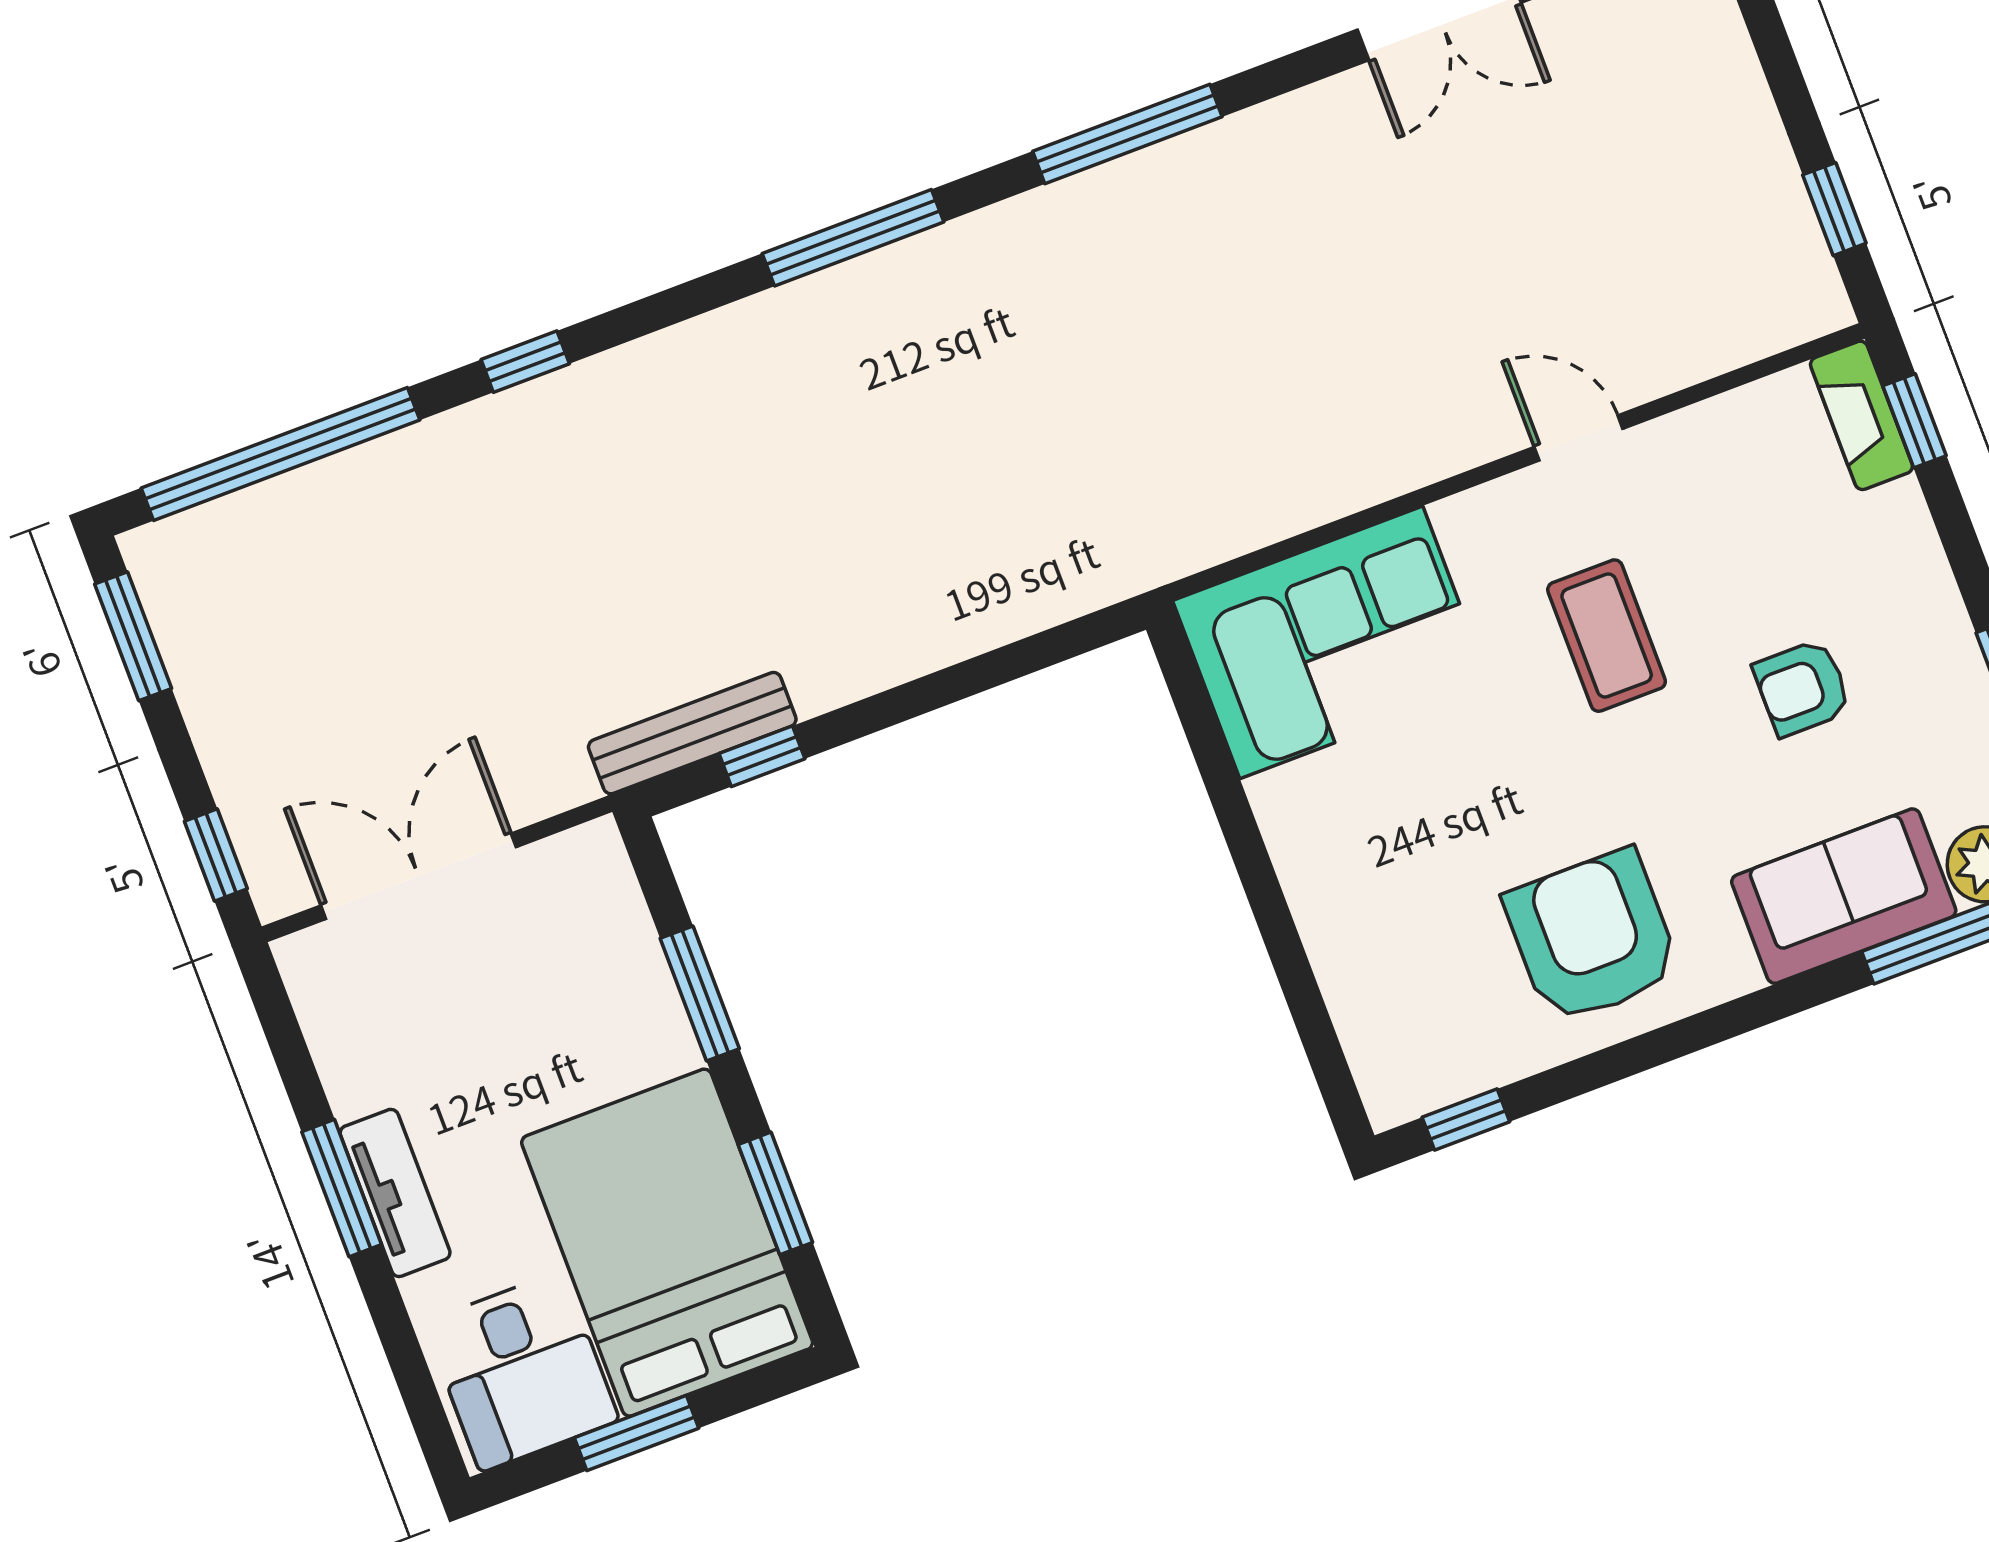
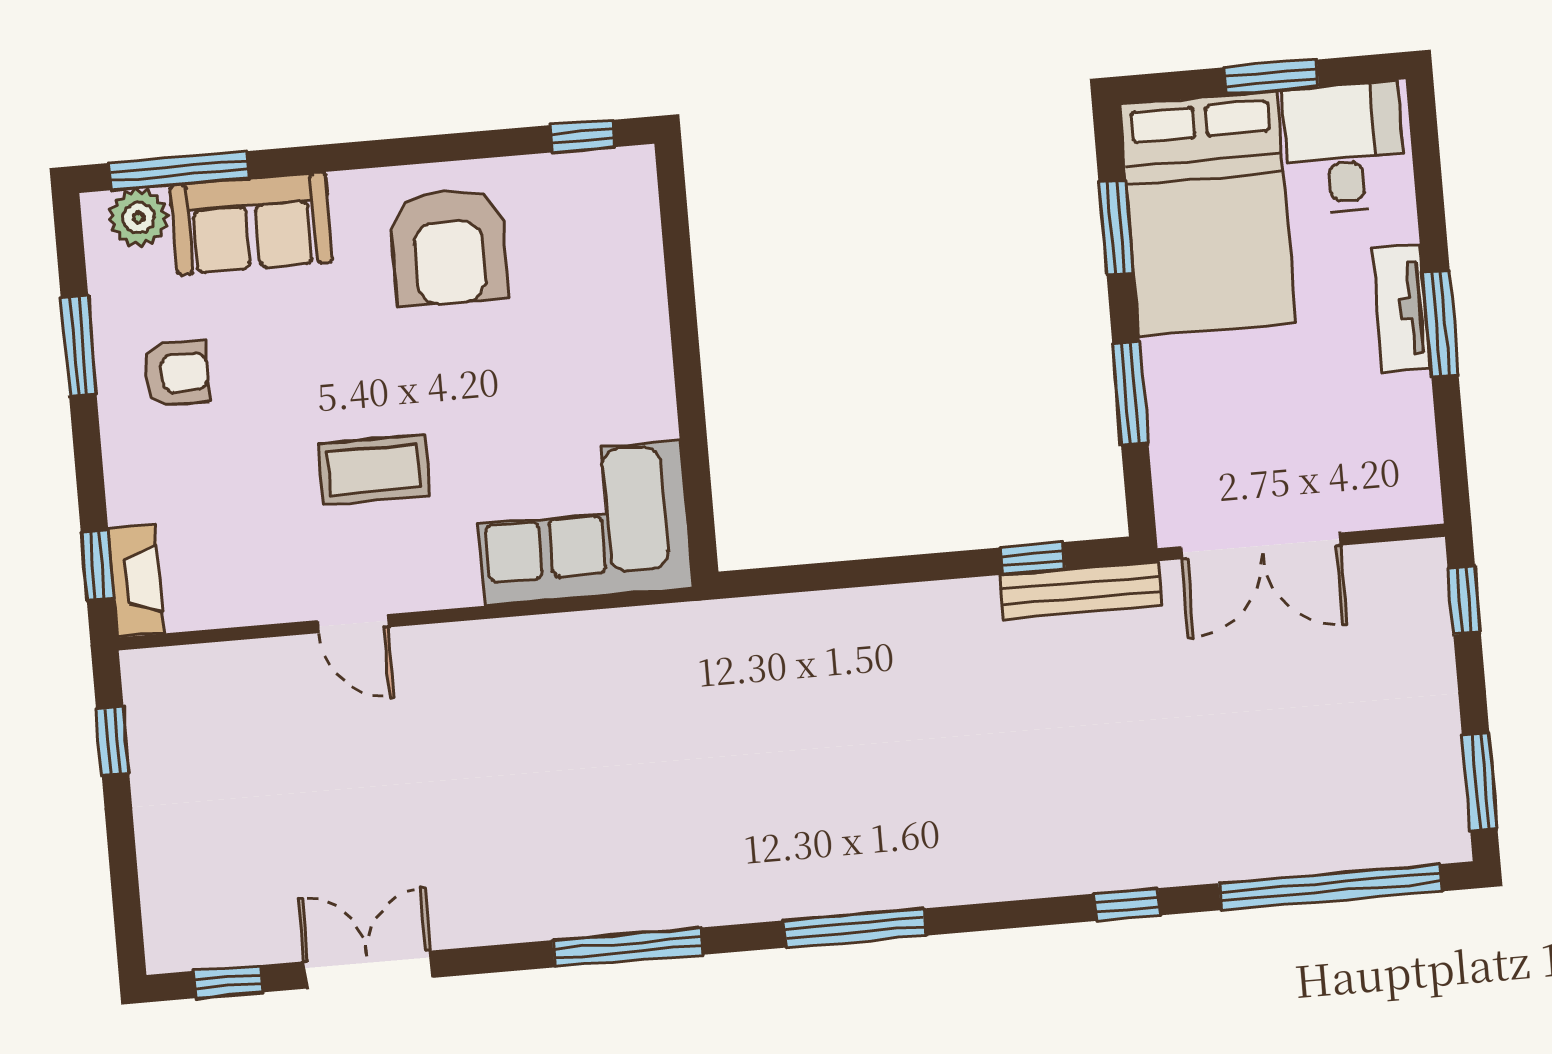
coffee table: (1607, 636) -> (374, 469), turned 90
armchair: (1802, 688) -> (176, 373), moved
double door: (419, 876) -> (1261, 546), moved

